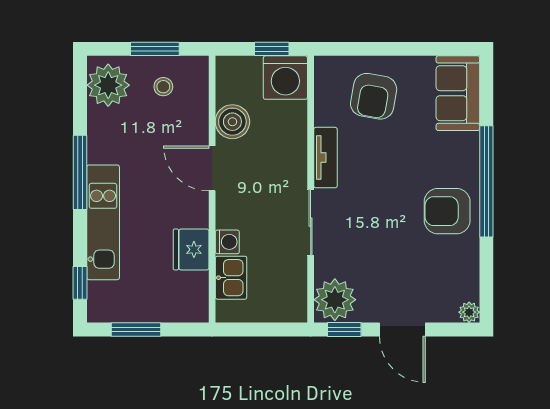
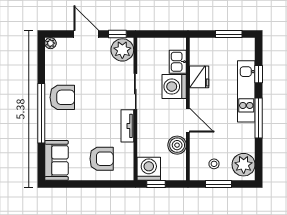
armchair: (374, 96) -> (102, 159), turned 80
washing machine: (227, 242) -> (174, 87), width x1.89, depth x1.89
window: (80, 283) -> (259, 74), moved

